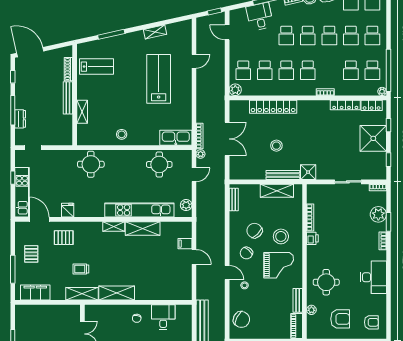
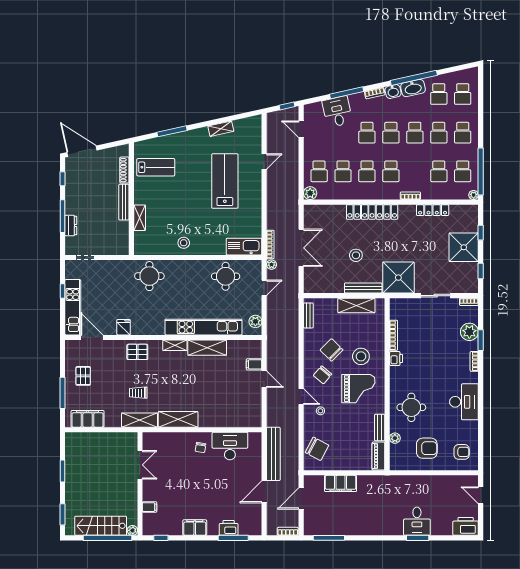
locker: (372, 105) -> (462, 211), removed
locker: (273, 107) -> (372, 212), moved
shower: (308, 172) -> (398, 278), width x1.86, depth x1.86
pallet: (64, 238) -> (137, 352), moved
desk: (163, 317) -> (230, 446), width x1.37

